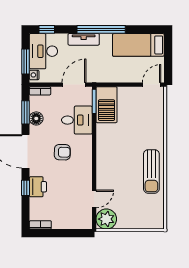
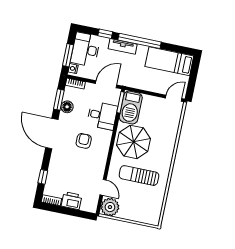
window: (47, 29) -> (105, 34), moved
parasol: (117, 142) -> (134, 142), added
armchair: (62, 152) -> (84, 141), turned -91
sun lounger: (151, 171) -> (139, 175), moved, turned 90
printer: (38, 187) -> (71, 201), moved, turned -90
window: (26, 188) -> (43, 177), moved
door: (94, 199) -> (103, 187), hinge flipped

